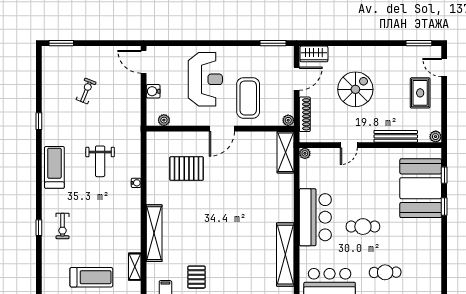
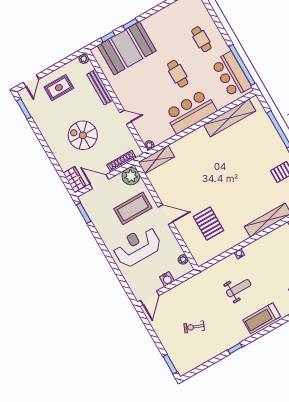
plant: (288, 120) -> (131, 176), width x1.87, depth x1.87

